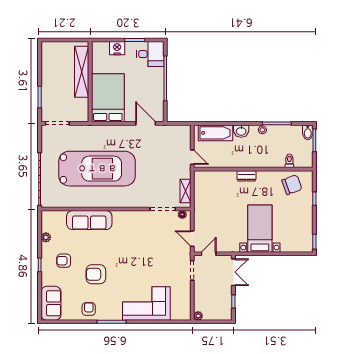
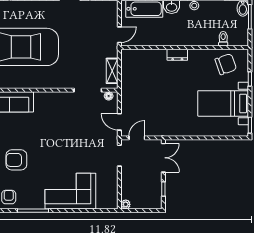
door: (192, 157) -> (119, 35), hinge flipped
bed with nightstands: (260, 229) -> (223, 103), moved, turned -90

